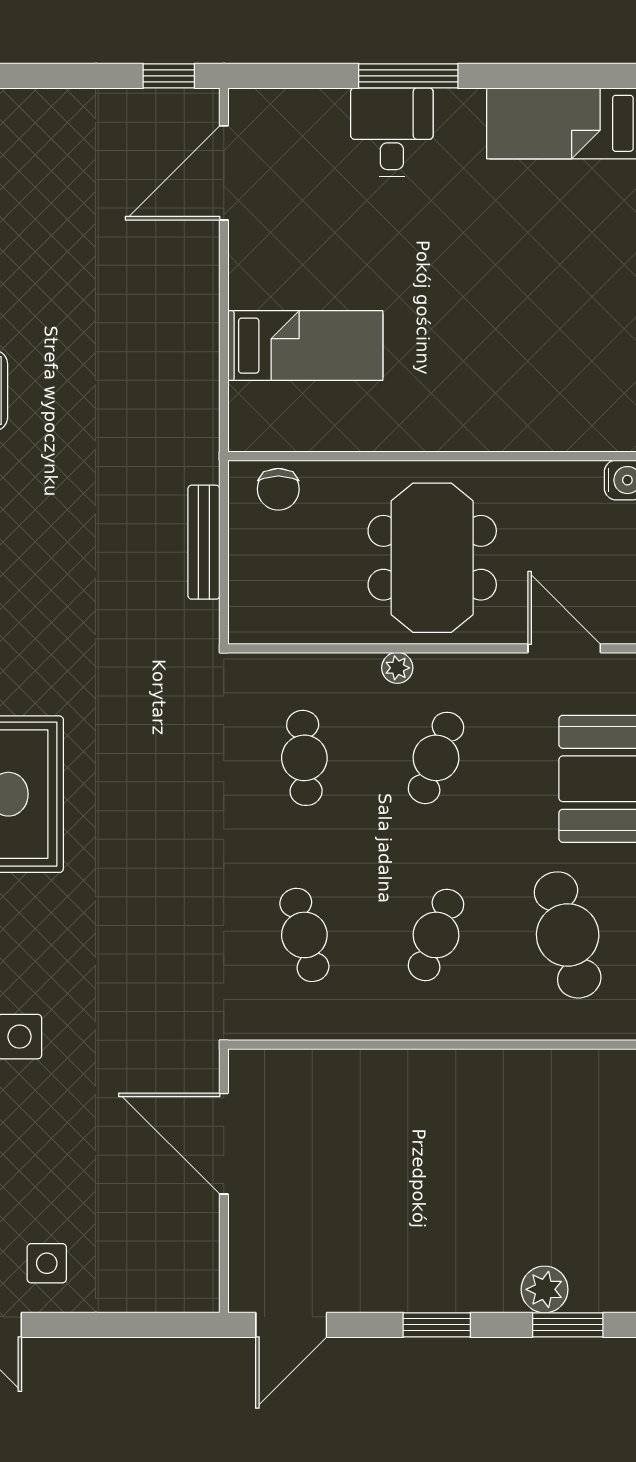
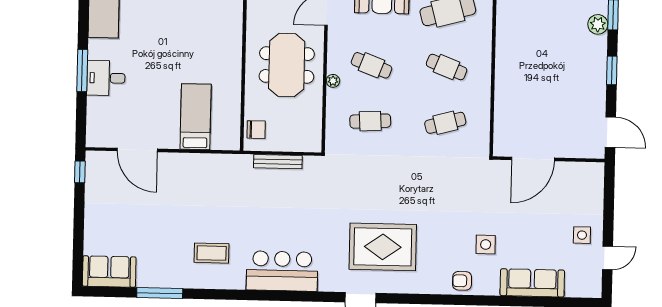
door: (224, 173) -> (137, 150), moved
meeting table: (432, 558) -> (287, 65), turned 90

